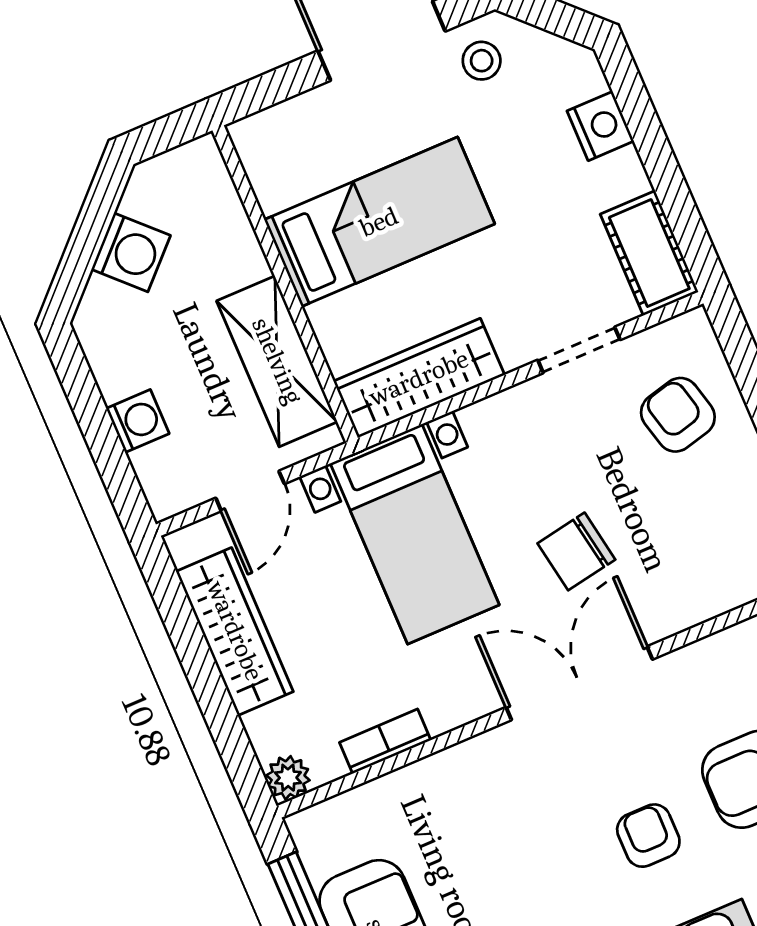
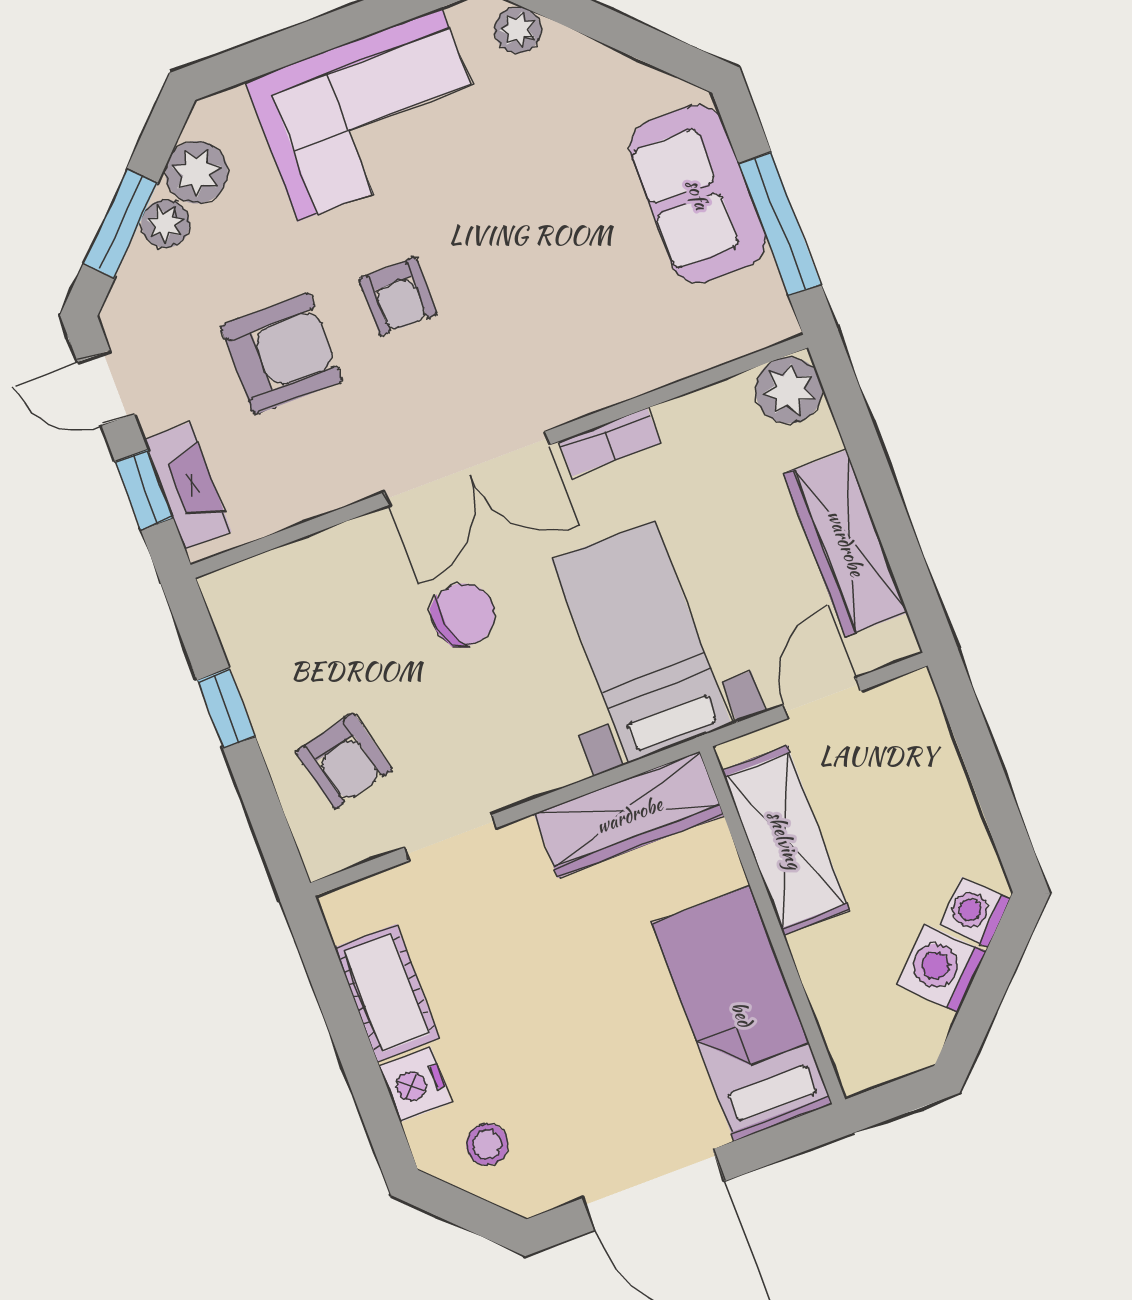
stool: (482, 61) -> (487, 1144), moved
bed: (379, 222) -> (742, 1014), moved, turned 90
cot: (649, 253) -> (387, 993), moved
washing machine: (138, 421) -> (975, 912), moved, turned 45
bookcase: (385, 741) -> (610, 442), moved
plant: (288, 778) -> (789, 390), width x1.38, depth x1.38

